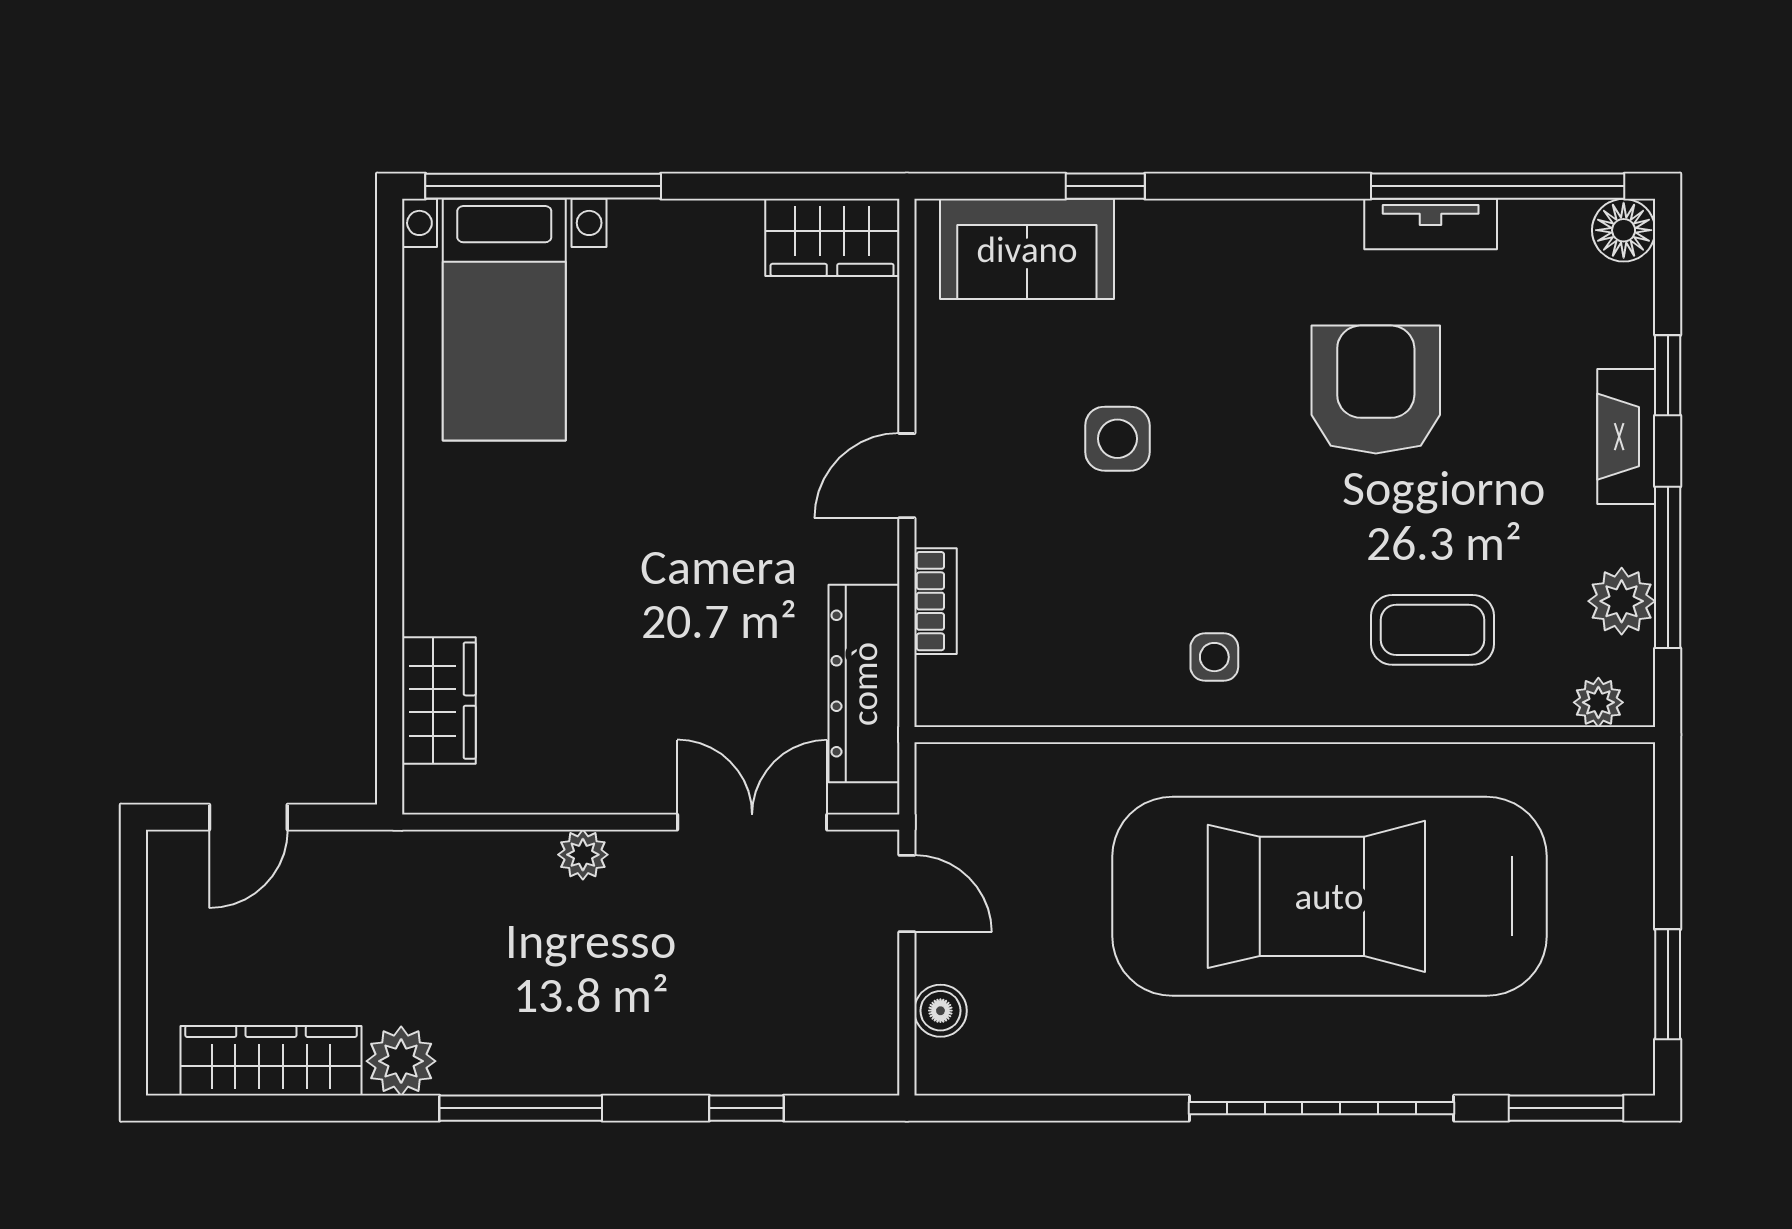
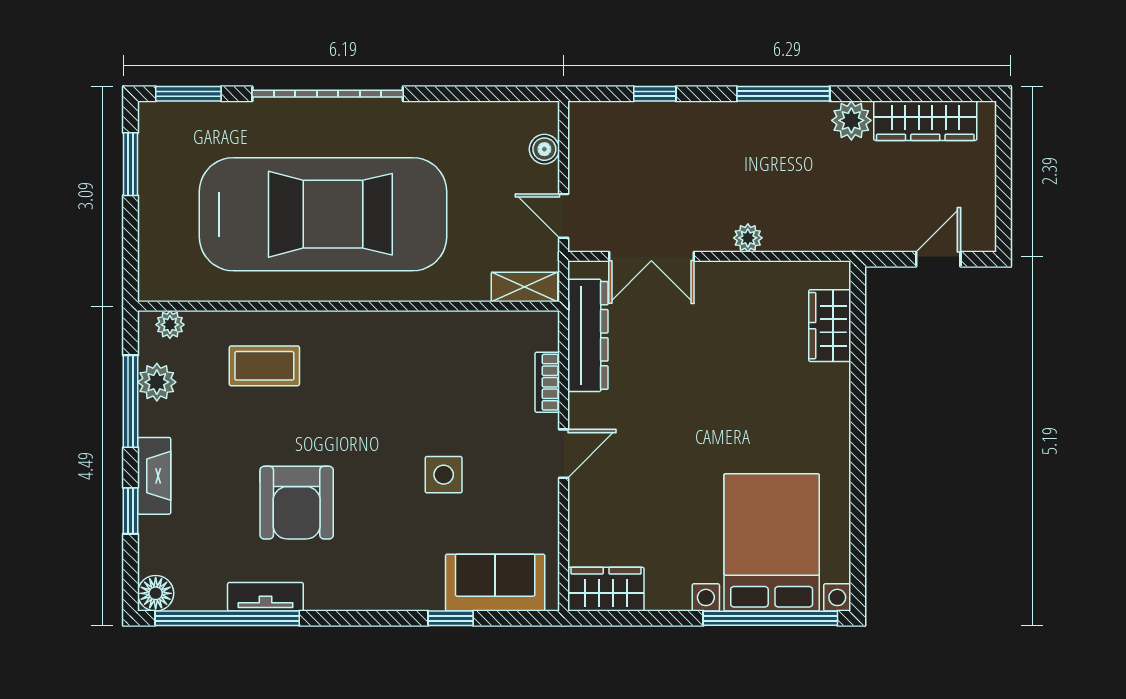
bed with nightstands: (504, 320) -> (772, 542), width x1.36
side table: (1214, 657) -> (389, 350), removed
shelving: (975, 768) -> (525, 287), added

